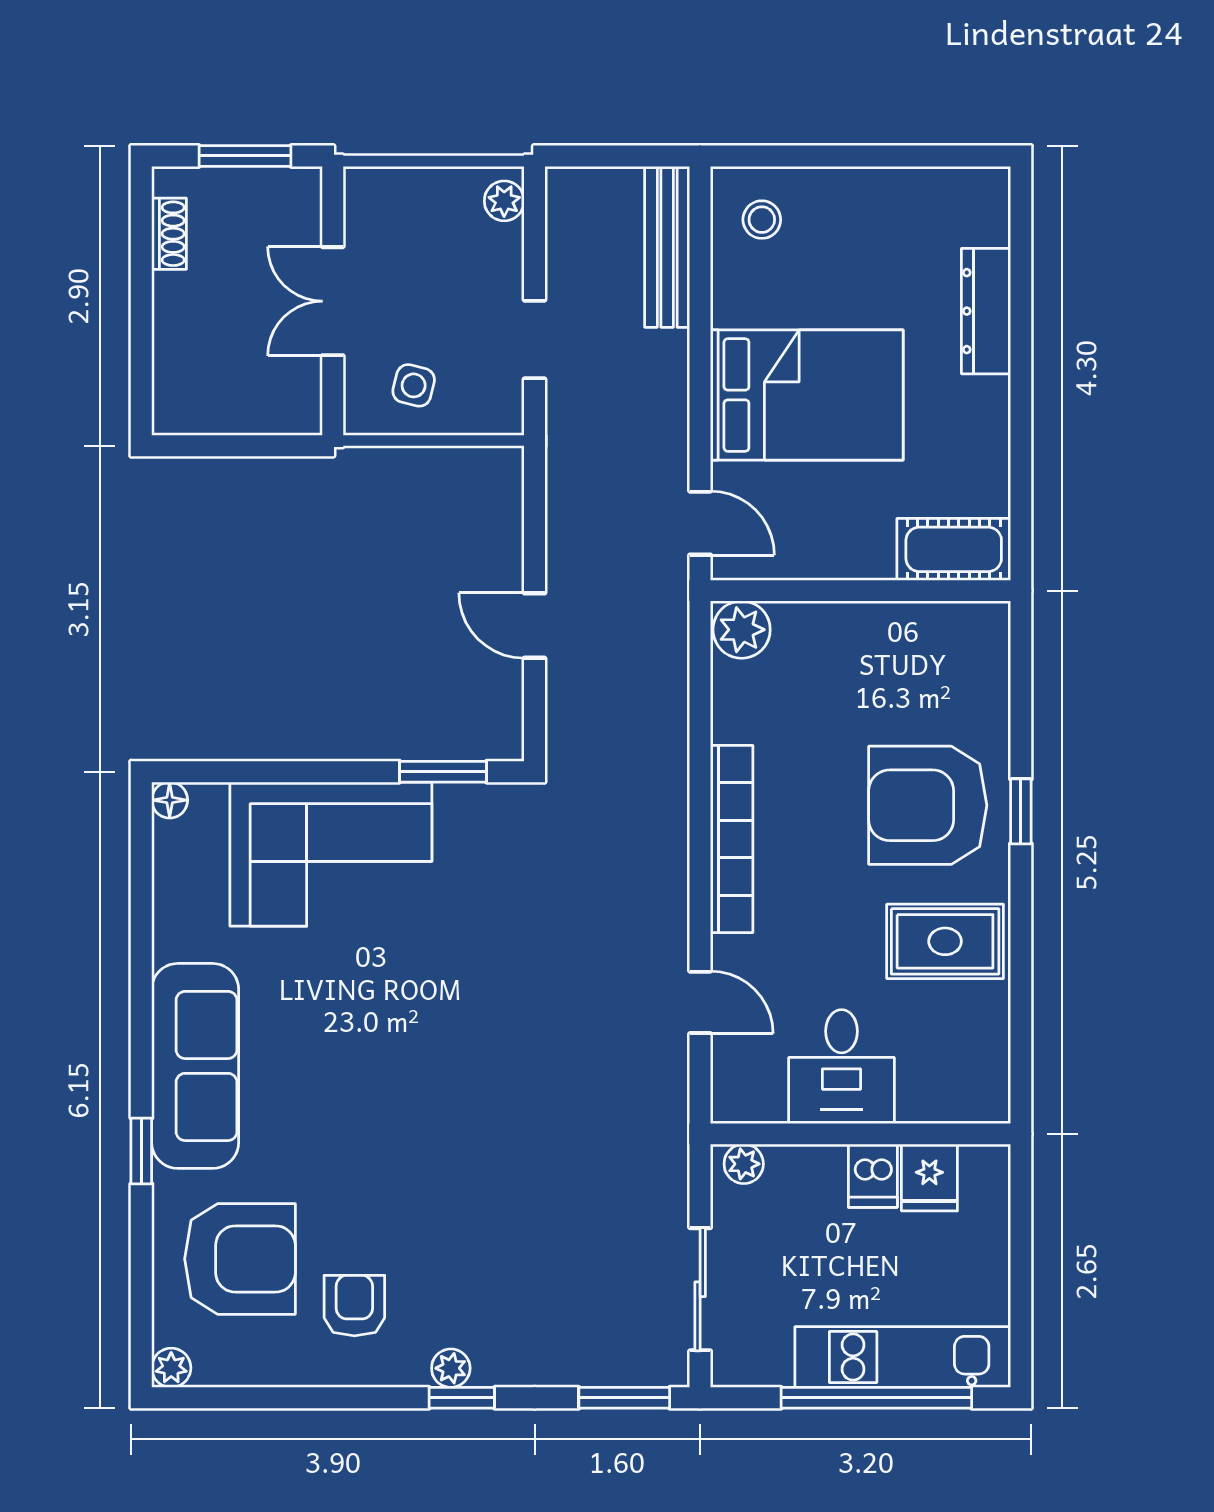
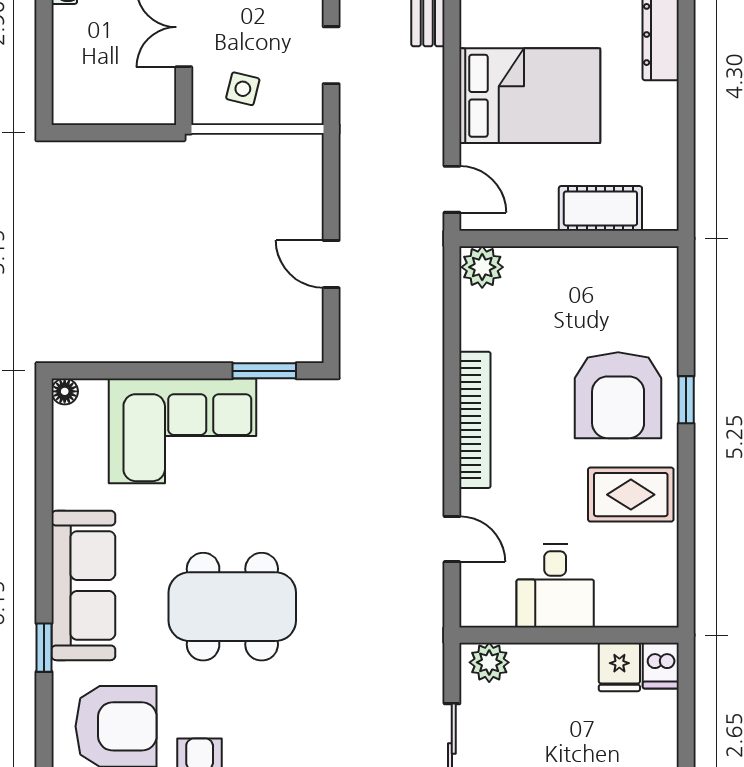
cot: (954, 549) -> (600, 208), moved
armchair: (928, 805) -> (618, 395), turned -90
dining table: (399, 1095) -> (232, 607), added
plant: (744, 1164) -> (489, 662), width x1.38, depth x1.38
dishwasher: (873, 1176) -> (661, 666), moved

